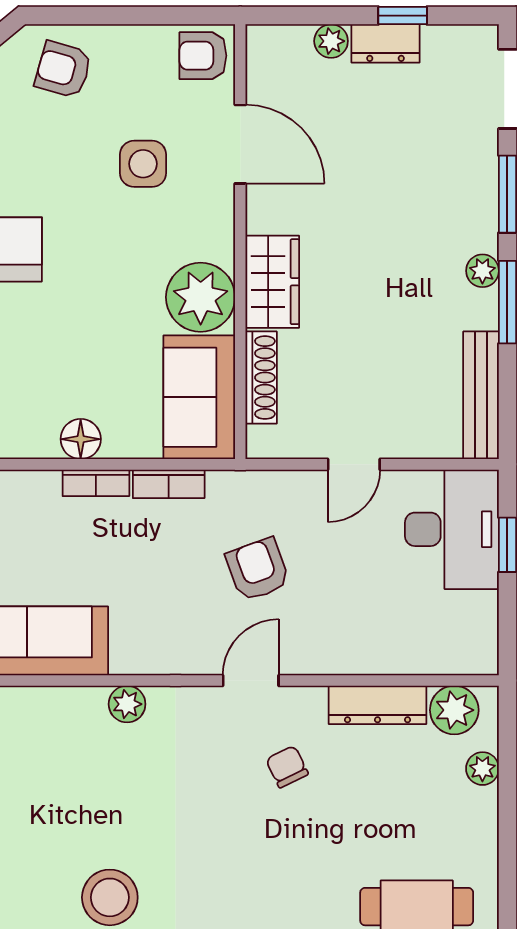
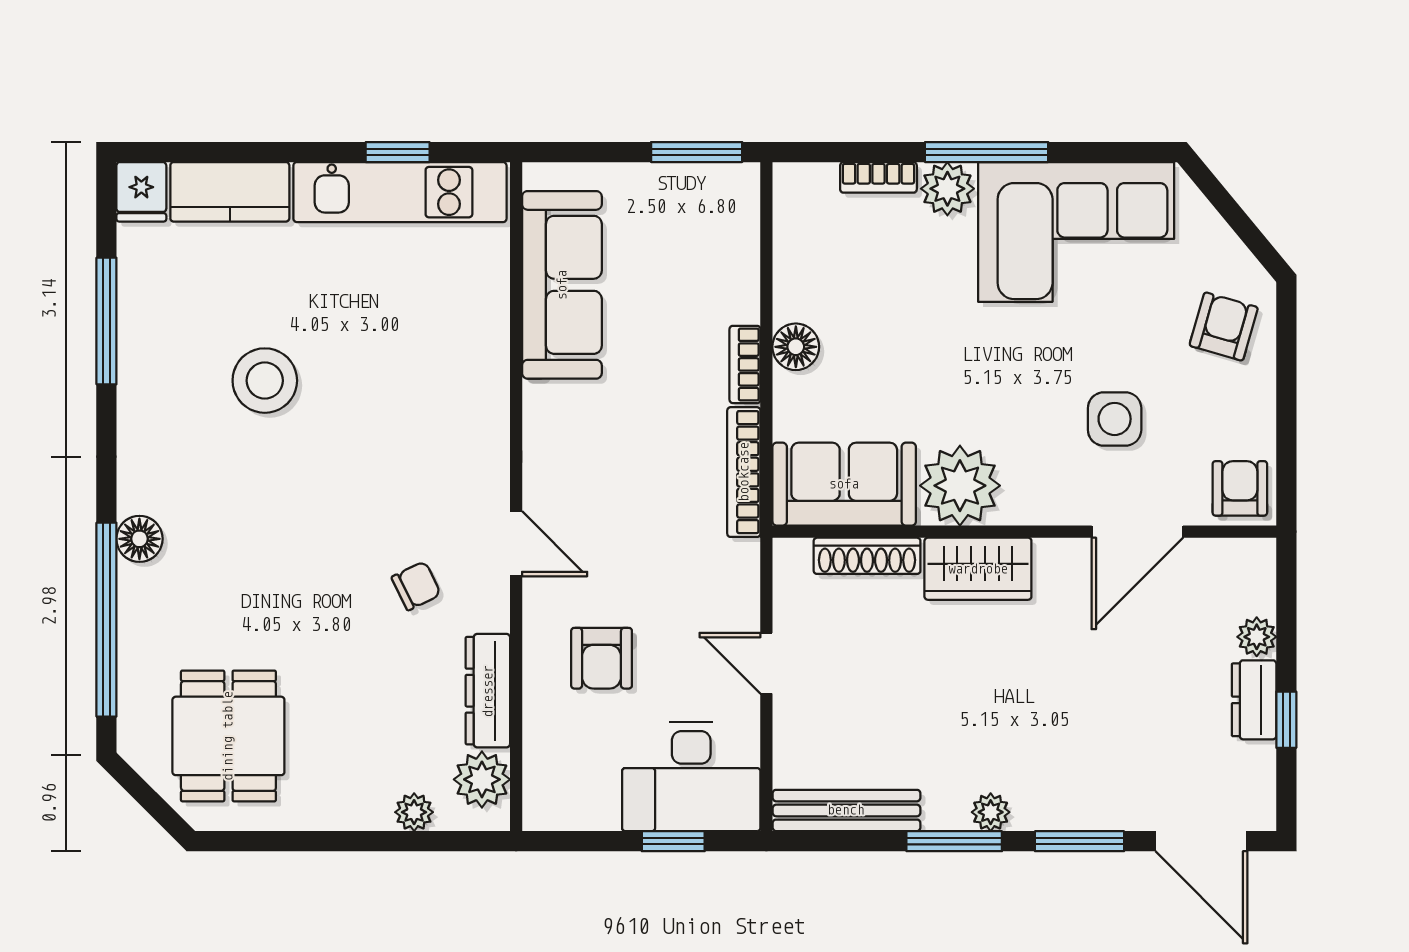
bookcase: (169, 484) -> (744, 472), width x1.56
armchair: (258, 569) -> (602, 658), moved, turned 110
plant: (127, 704) -> (489, 401), removed

